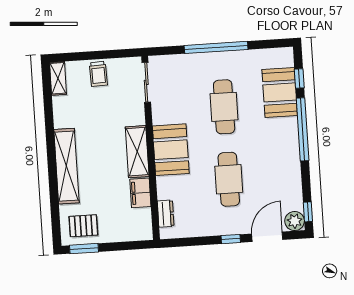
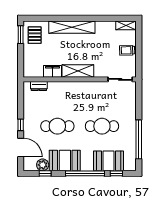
window: (216, 47) -> (139, 139), moved
booth: (171, 150) -> (65, 161), moved
window: (308, 212) -> (45, 173), moved
plant: (295, 221) -> (43, 165), moved

